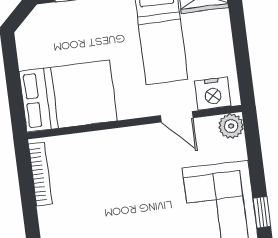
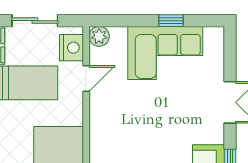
sliding door: (240, 44) -> (35, 21), added

